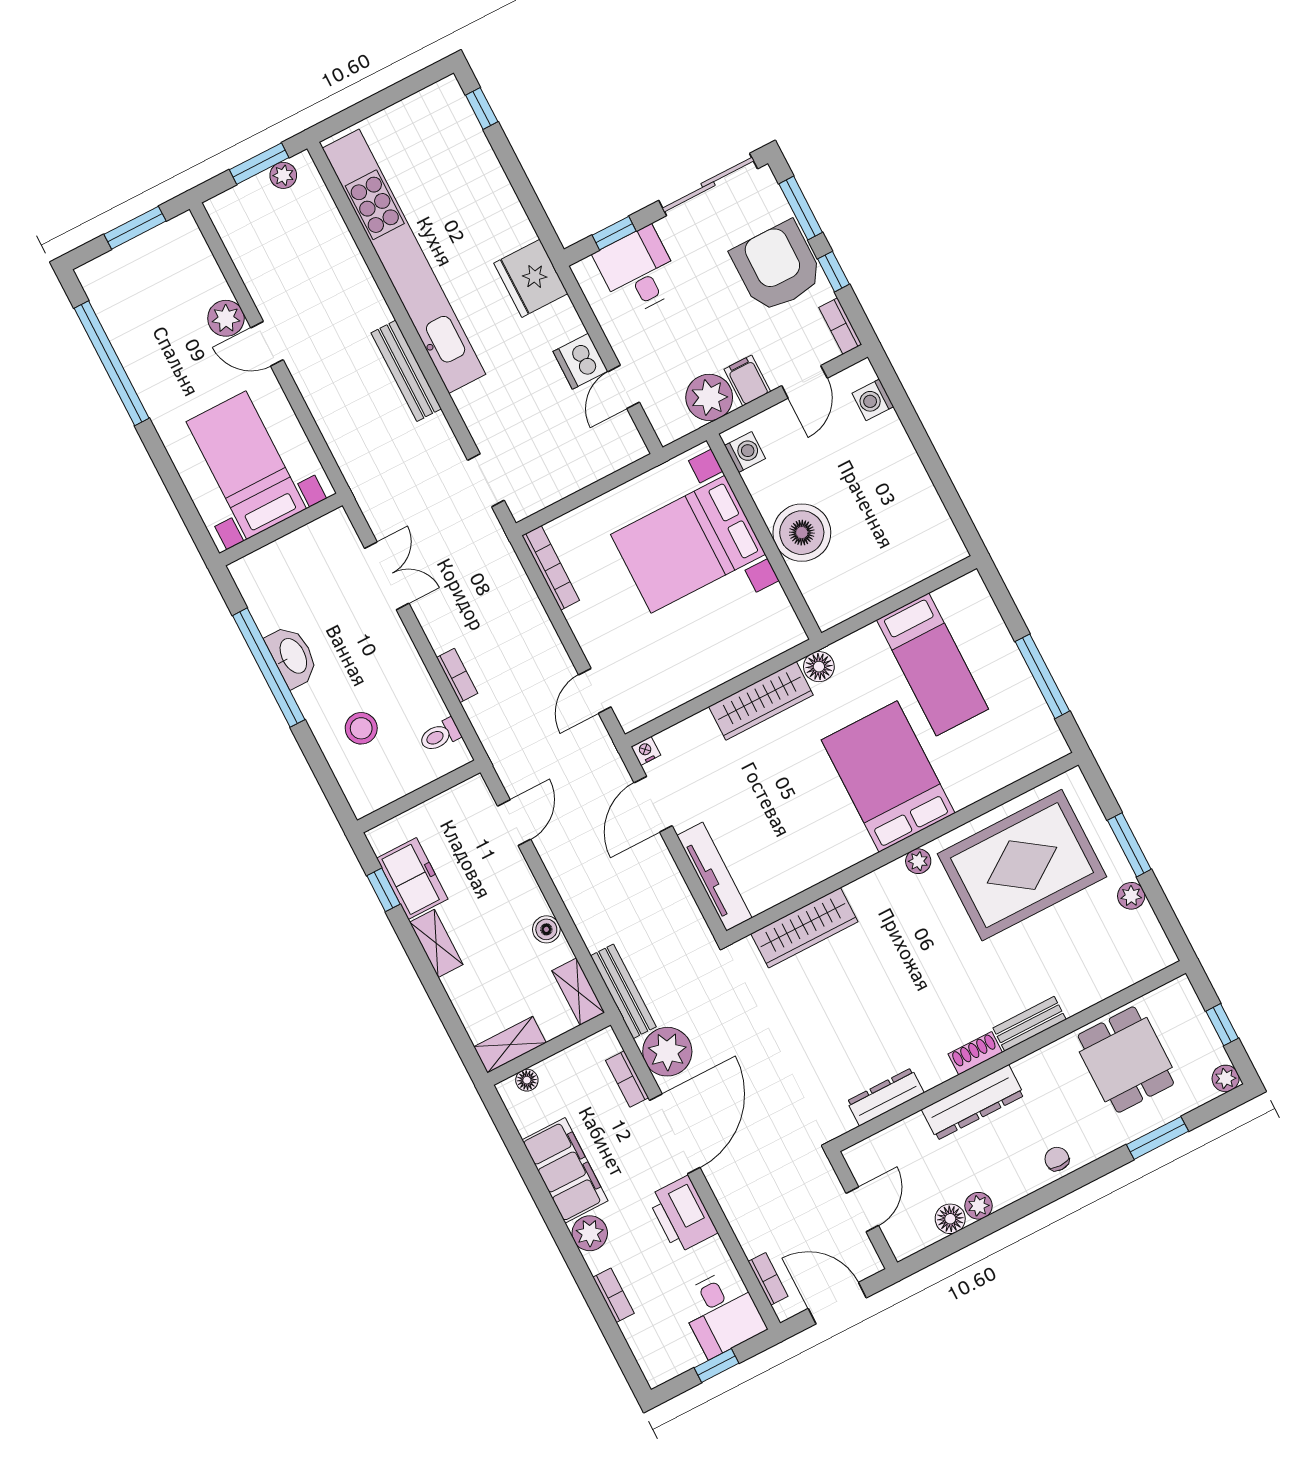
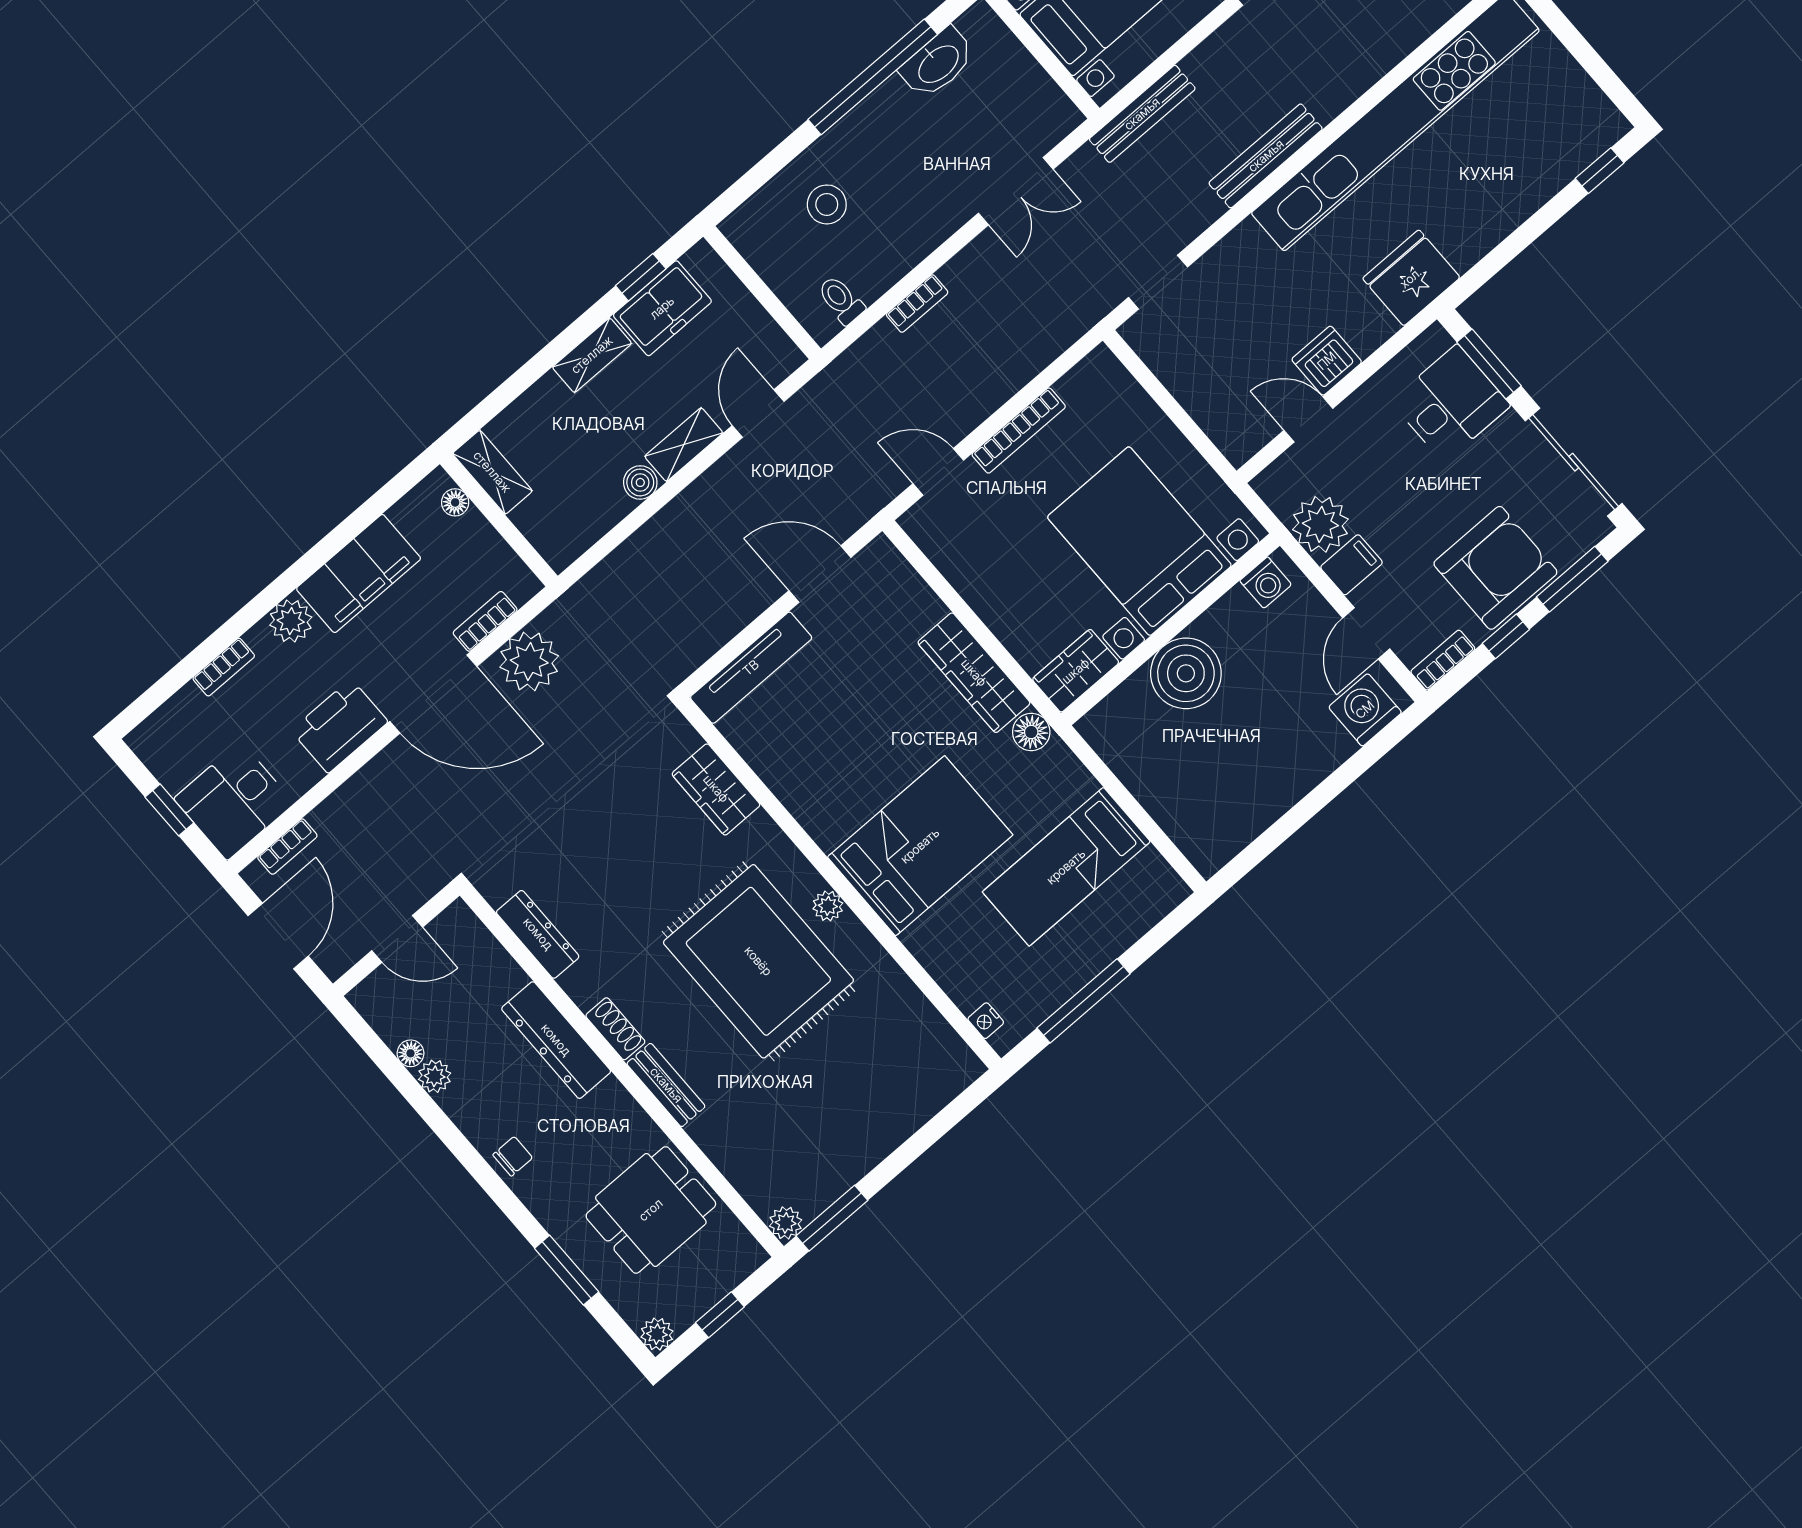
window: (614, 233) -> (1489, 364), width x1.50
door: (804, 382) -> (1366, 633), hinge flipped
washing machine: (873, 400) -> (1365, 710), width x1.38, depth x1.38
bookcase: (551, 568) -> (1019, 431), moved
wardrobe: (779, 620) -> (1076, 671), added
washbasin: (292, 656) -> (938, 63), moved
nightstand: (646, 751) -> (986, 1021), moved, turned 180
door: (514, 823) -> (758, 414), swing flipped
window: (1129, 845) -> (832, 1218), moved
rug: (1022, 865) -> (758, 961), moved
plant: (1131, 896) -> (786, 1223), moved
wardrobe: (804, 928) -> (716, 789), width x0.67
bench: (623, 991) -> (1142, 114), moved
shelving: (578, 992) -> (684, 445), moved
floor lamp: (950, 1219) -> (411, 1053), width x0.73, depth x0.73

